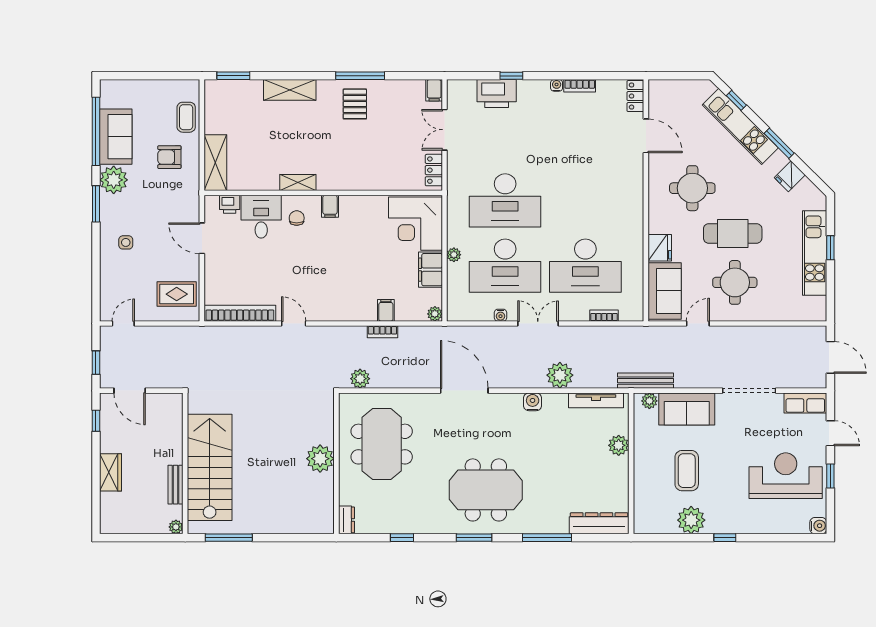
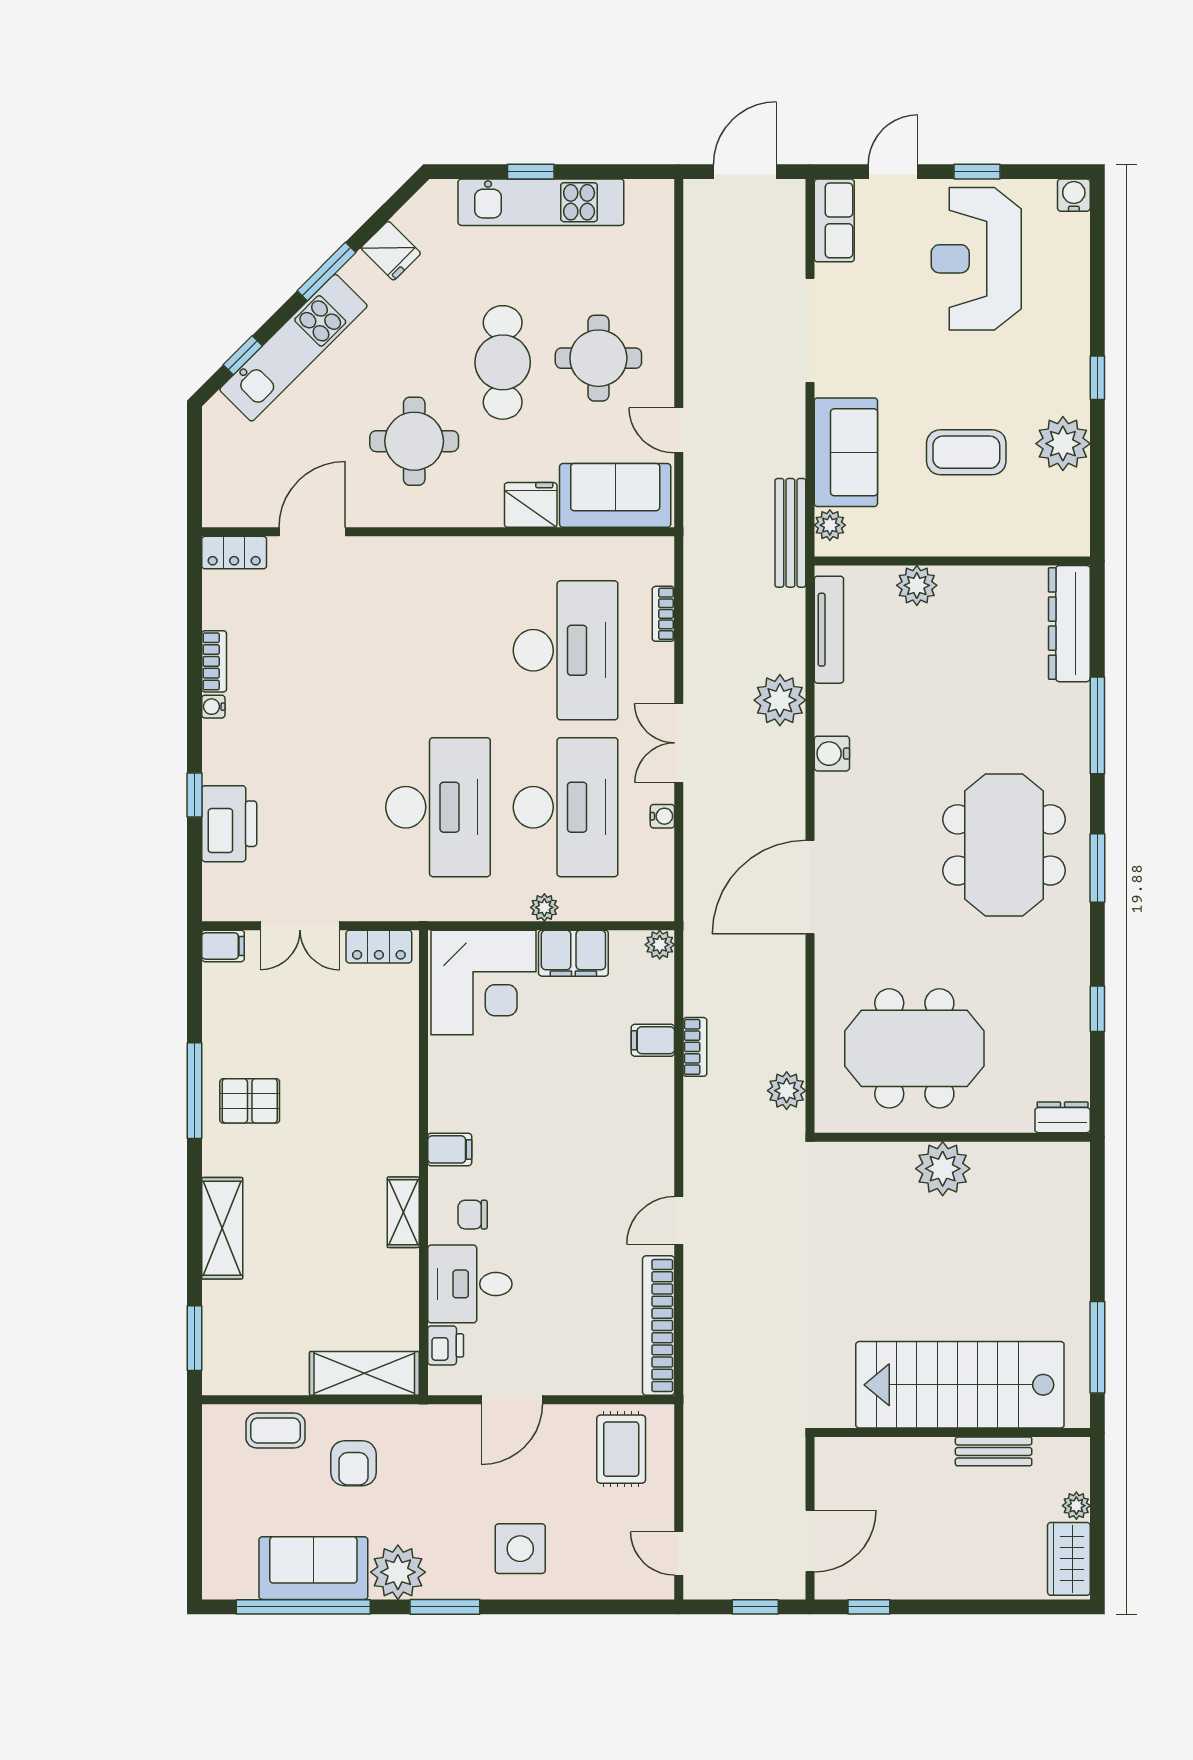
side table: (126, 242) -> (520, 1549), width x1.87, depth x1.87
wardrobe: (111, 472) -> (1069, 1559), moved, turned -90
plant: (176, 527) -> (1076, 1506), moved

